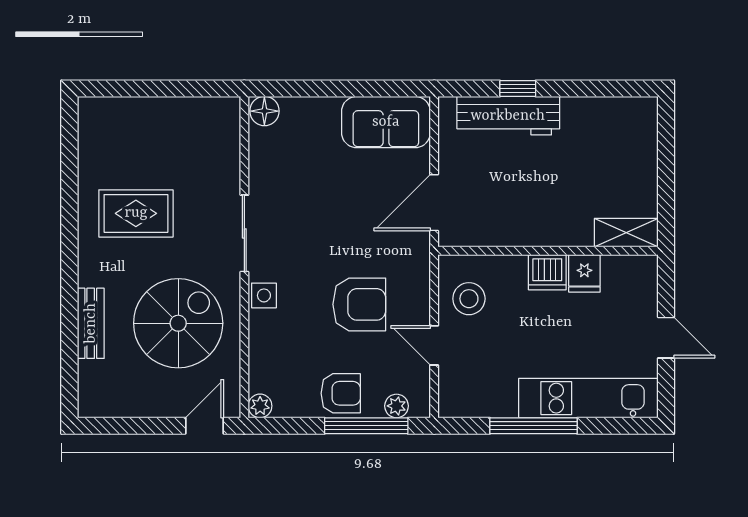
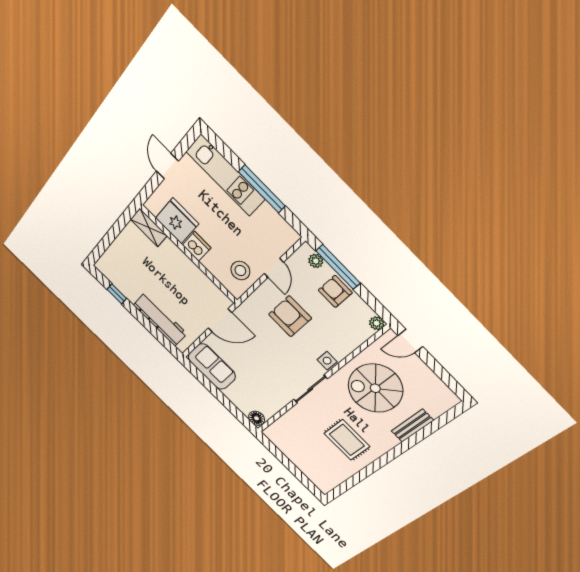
window: (518, 88) -> (117, 294), moved
fridge: (584, 273) -> (177, 221), width x1.88, depth x1.34

